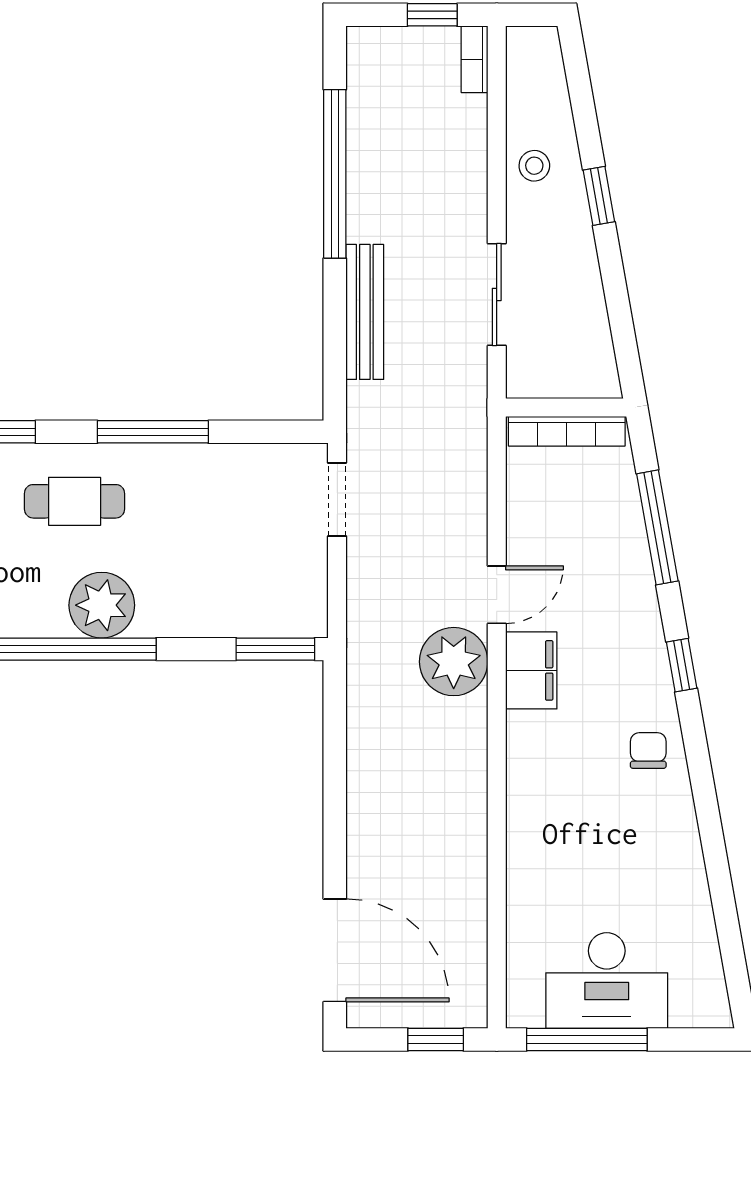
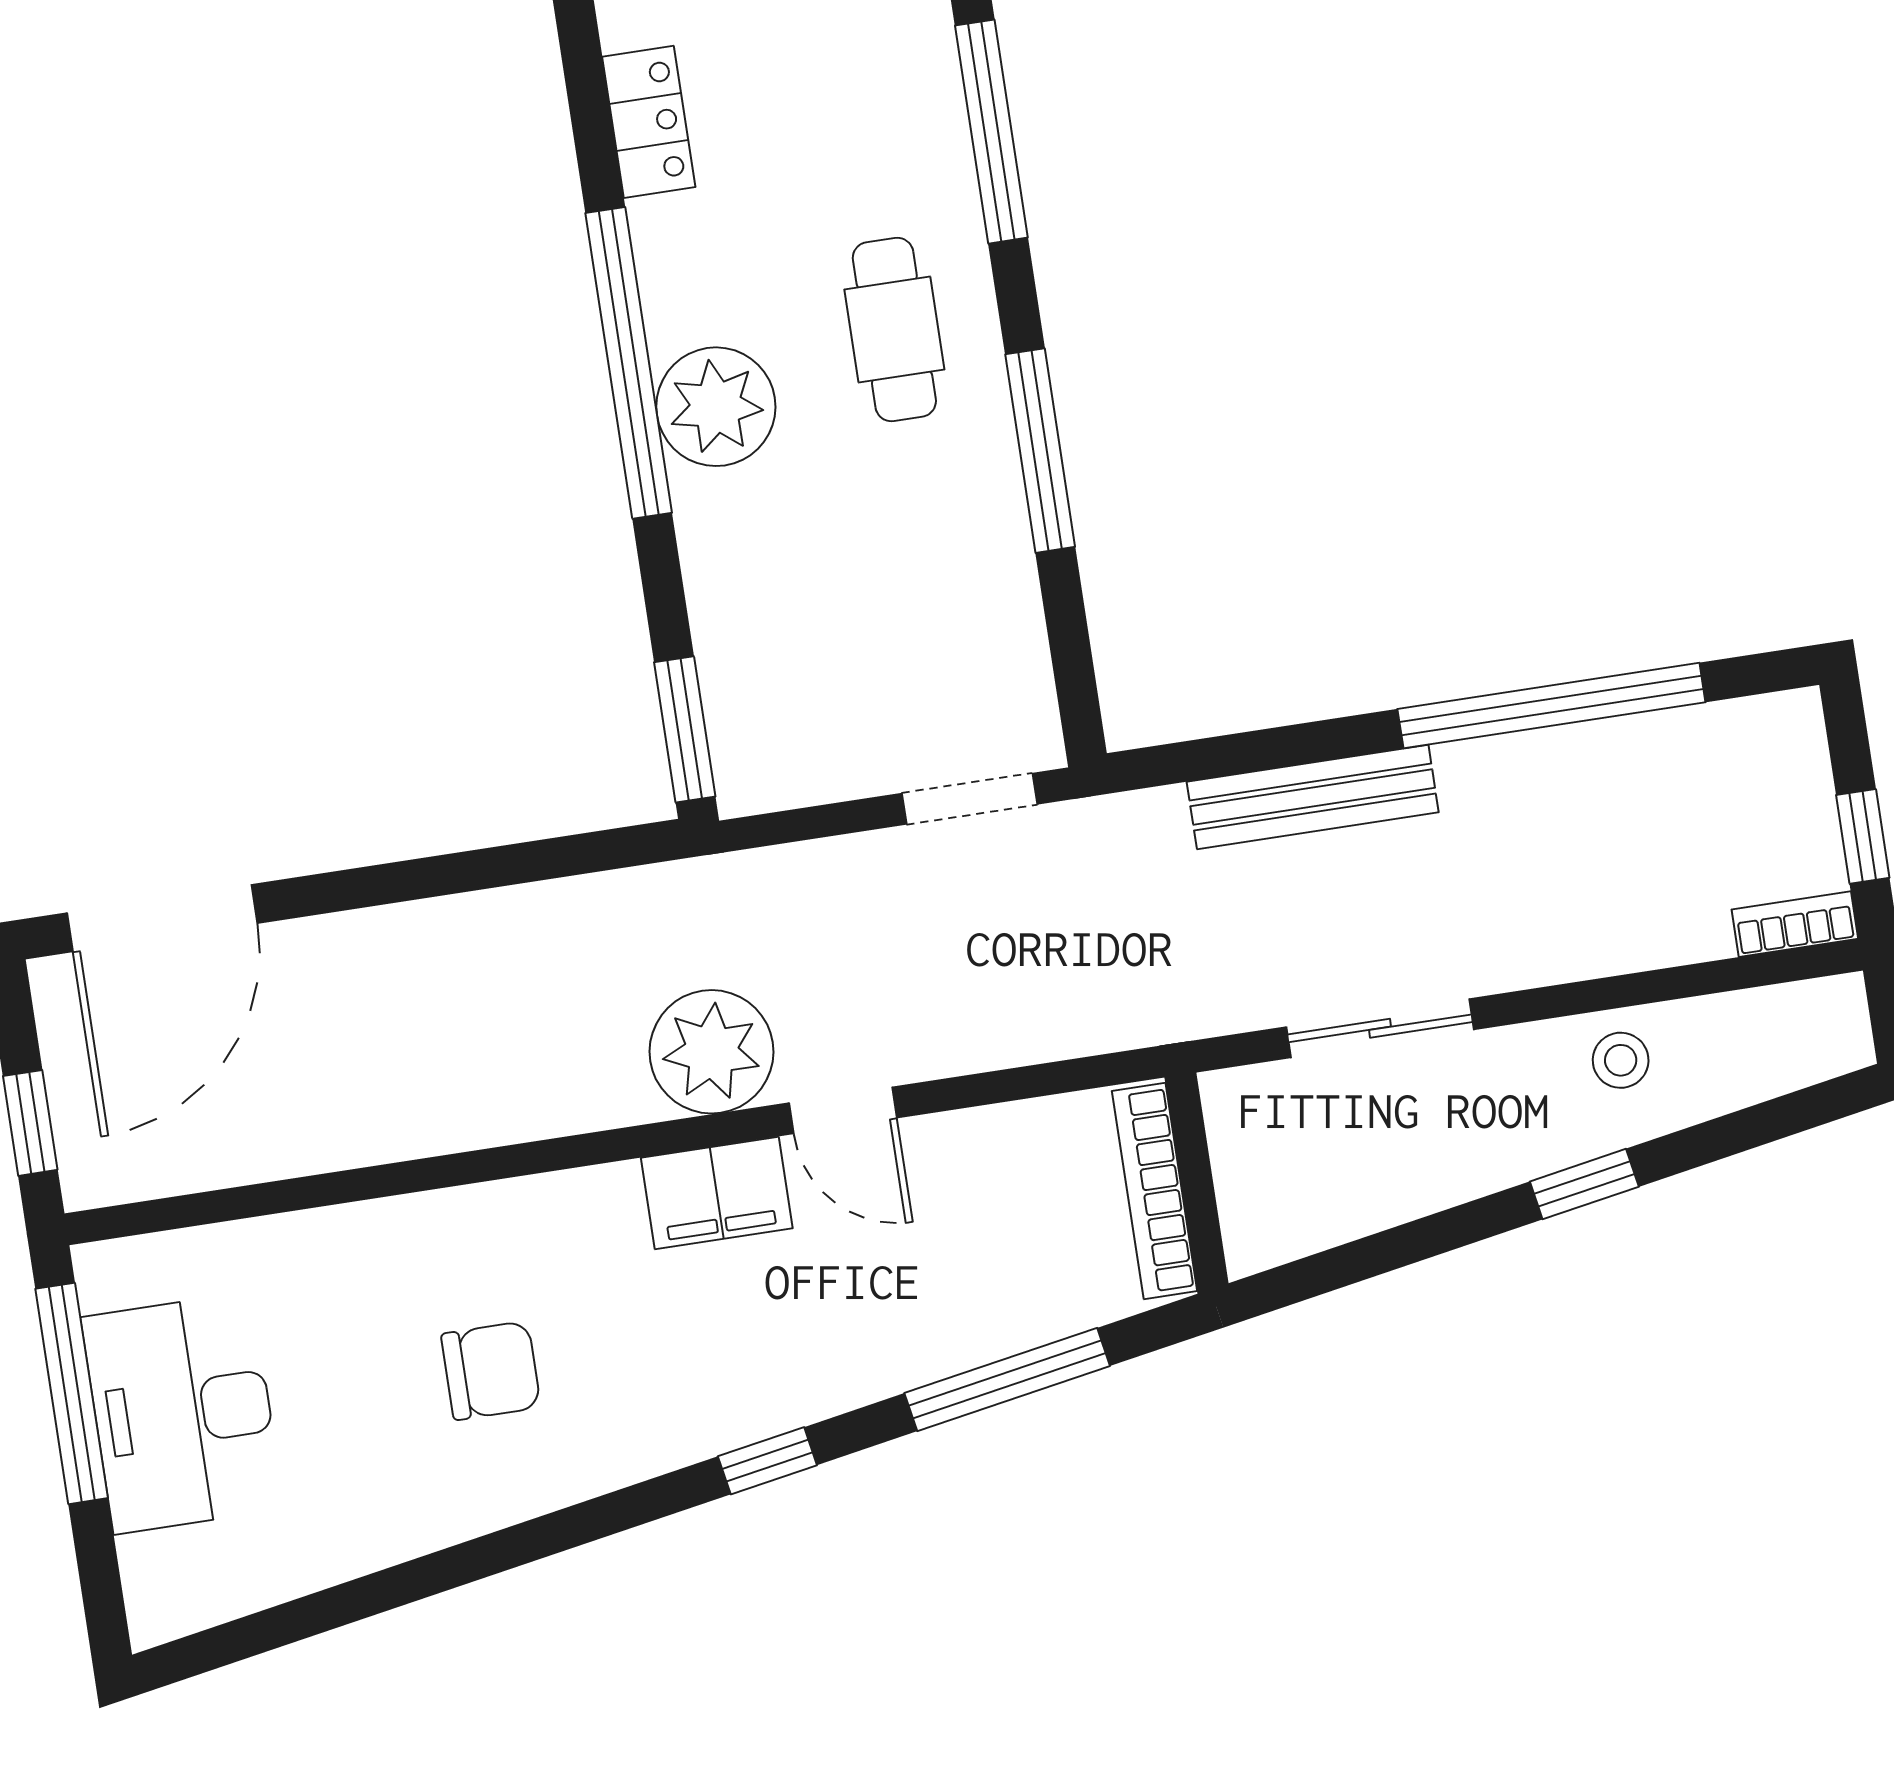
chair: (648, 750) -> (491, 1371), moved, width x1.37, depth x1.37

